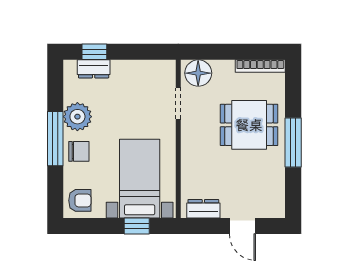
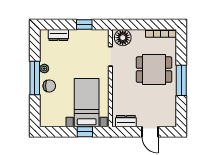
window: (94, 52) -> (84, 25), moved
plant: (77, 117) -> (44, 69), width x0.53, depth x0.53
armchair: (80, 200) -> (50, 116), removed

